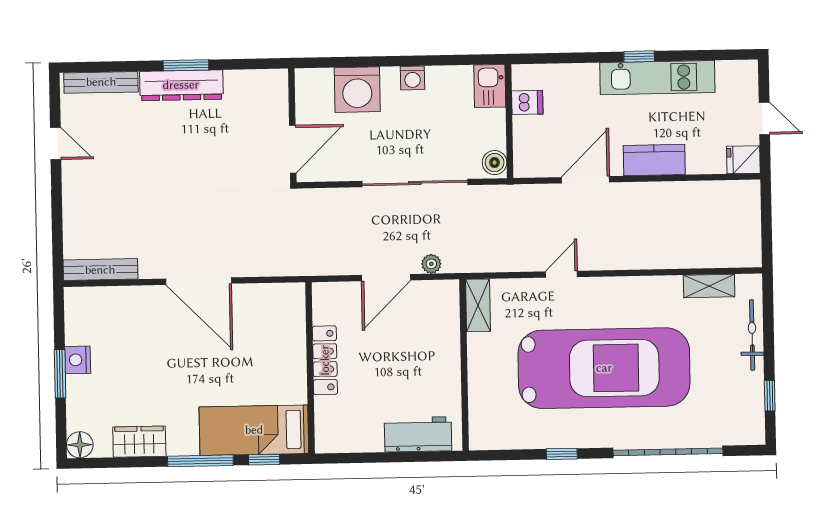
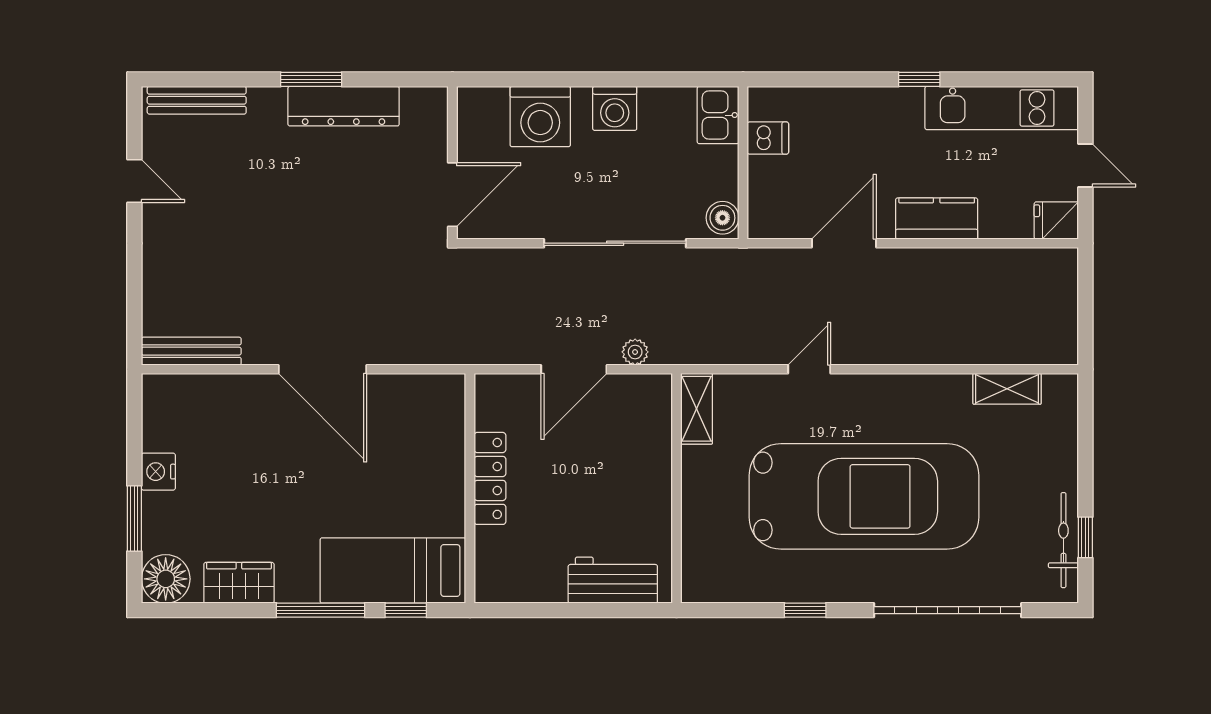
washing machine: (413, 78) -> (615, 108), width x1.38, depth x1.38
kitchen unit: (657, 78) -> (1002, 108), moved
dresser: (181, 85) -> (344, 106), moved
bicycle: (752, 335) -> (1063, 540), moved
window: (60, 374) -> (134, 519), moved
floor lamp: (80, 445) -> (166, 579), width x1.38, depth x1.38

